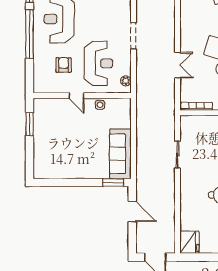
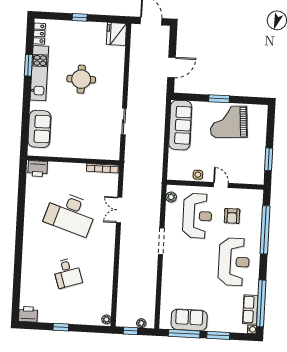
window: (29, 34) -> (265, 230), moved
reception desk: (98, 63) -> (197, 216), turned 180
grand piano: (72, 160) -> (229, 122), added
window: (113, 183) -> (219, 99), moved
door: (132, 212) -> (172, 67), swing flipped

